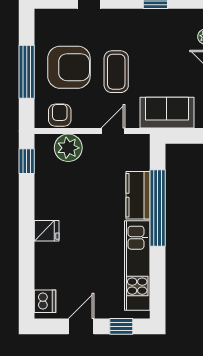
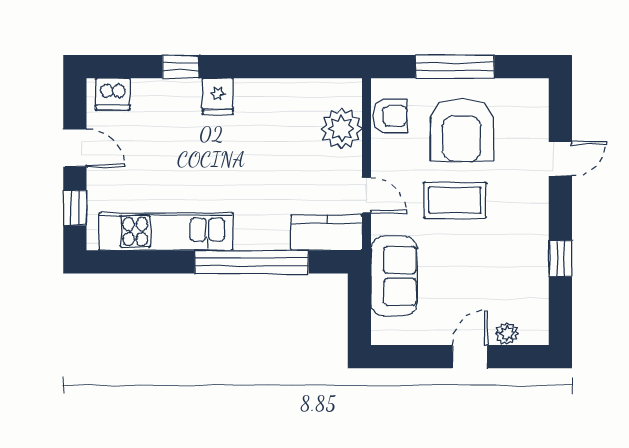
window: (27, 161) -> (180, 67), moved
kitchen counter: (138, 195) -> (327, 233), moved

